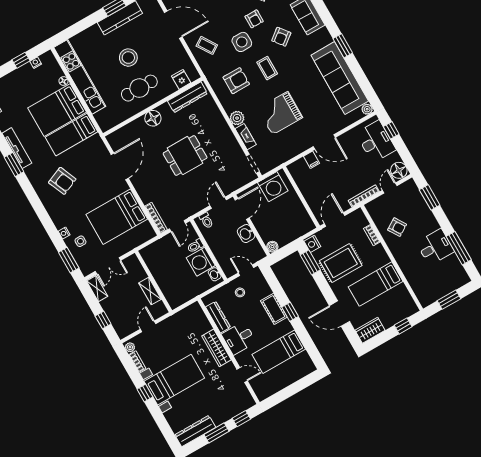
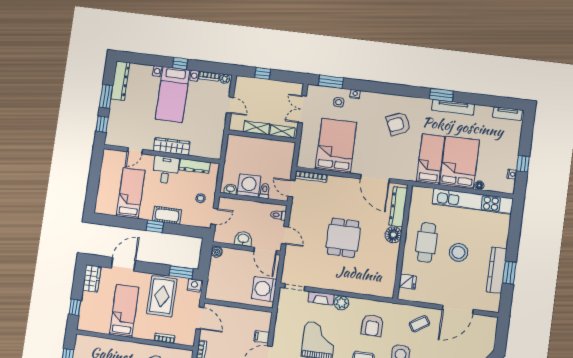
dresser: (187, 97) -> (398, 206), moved
shelving: (97, 289) -> (282, 131), moved

